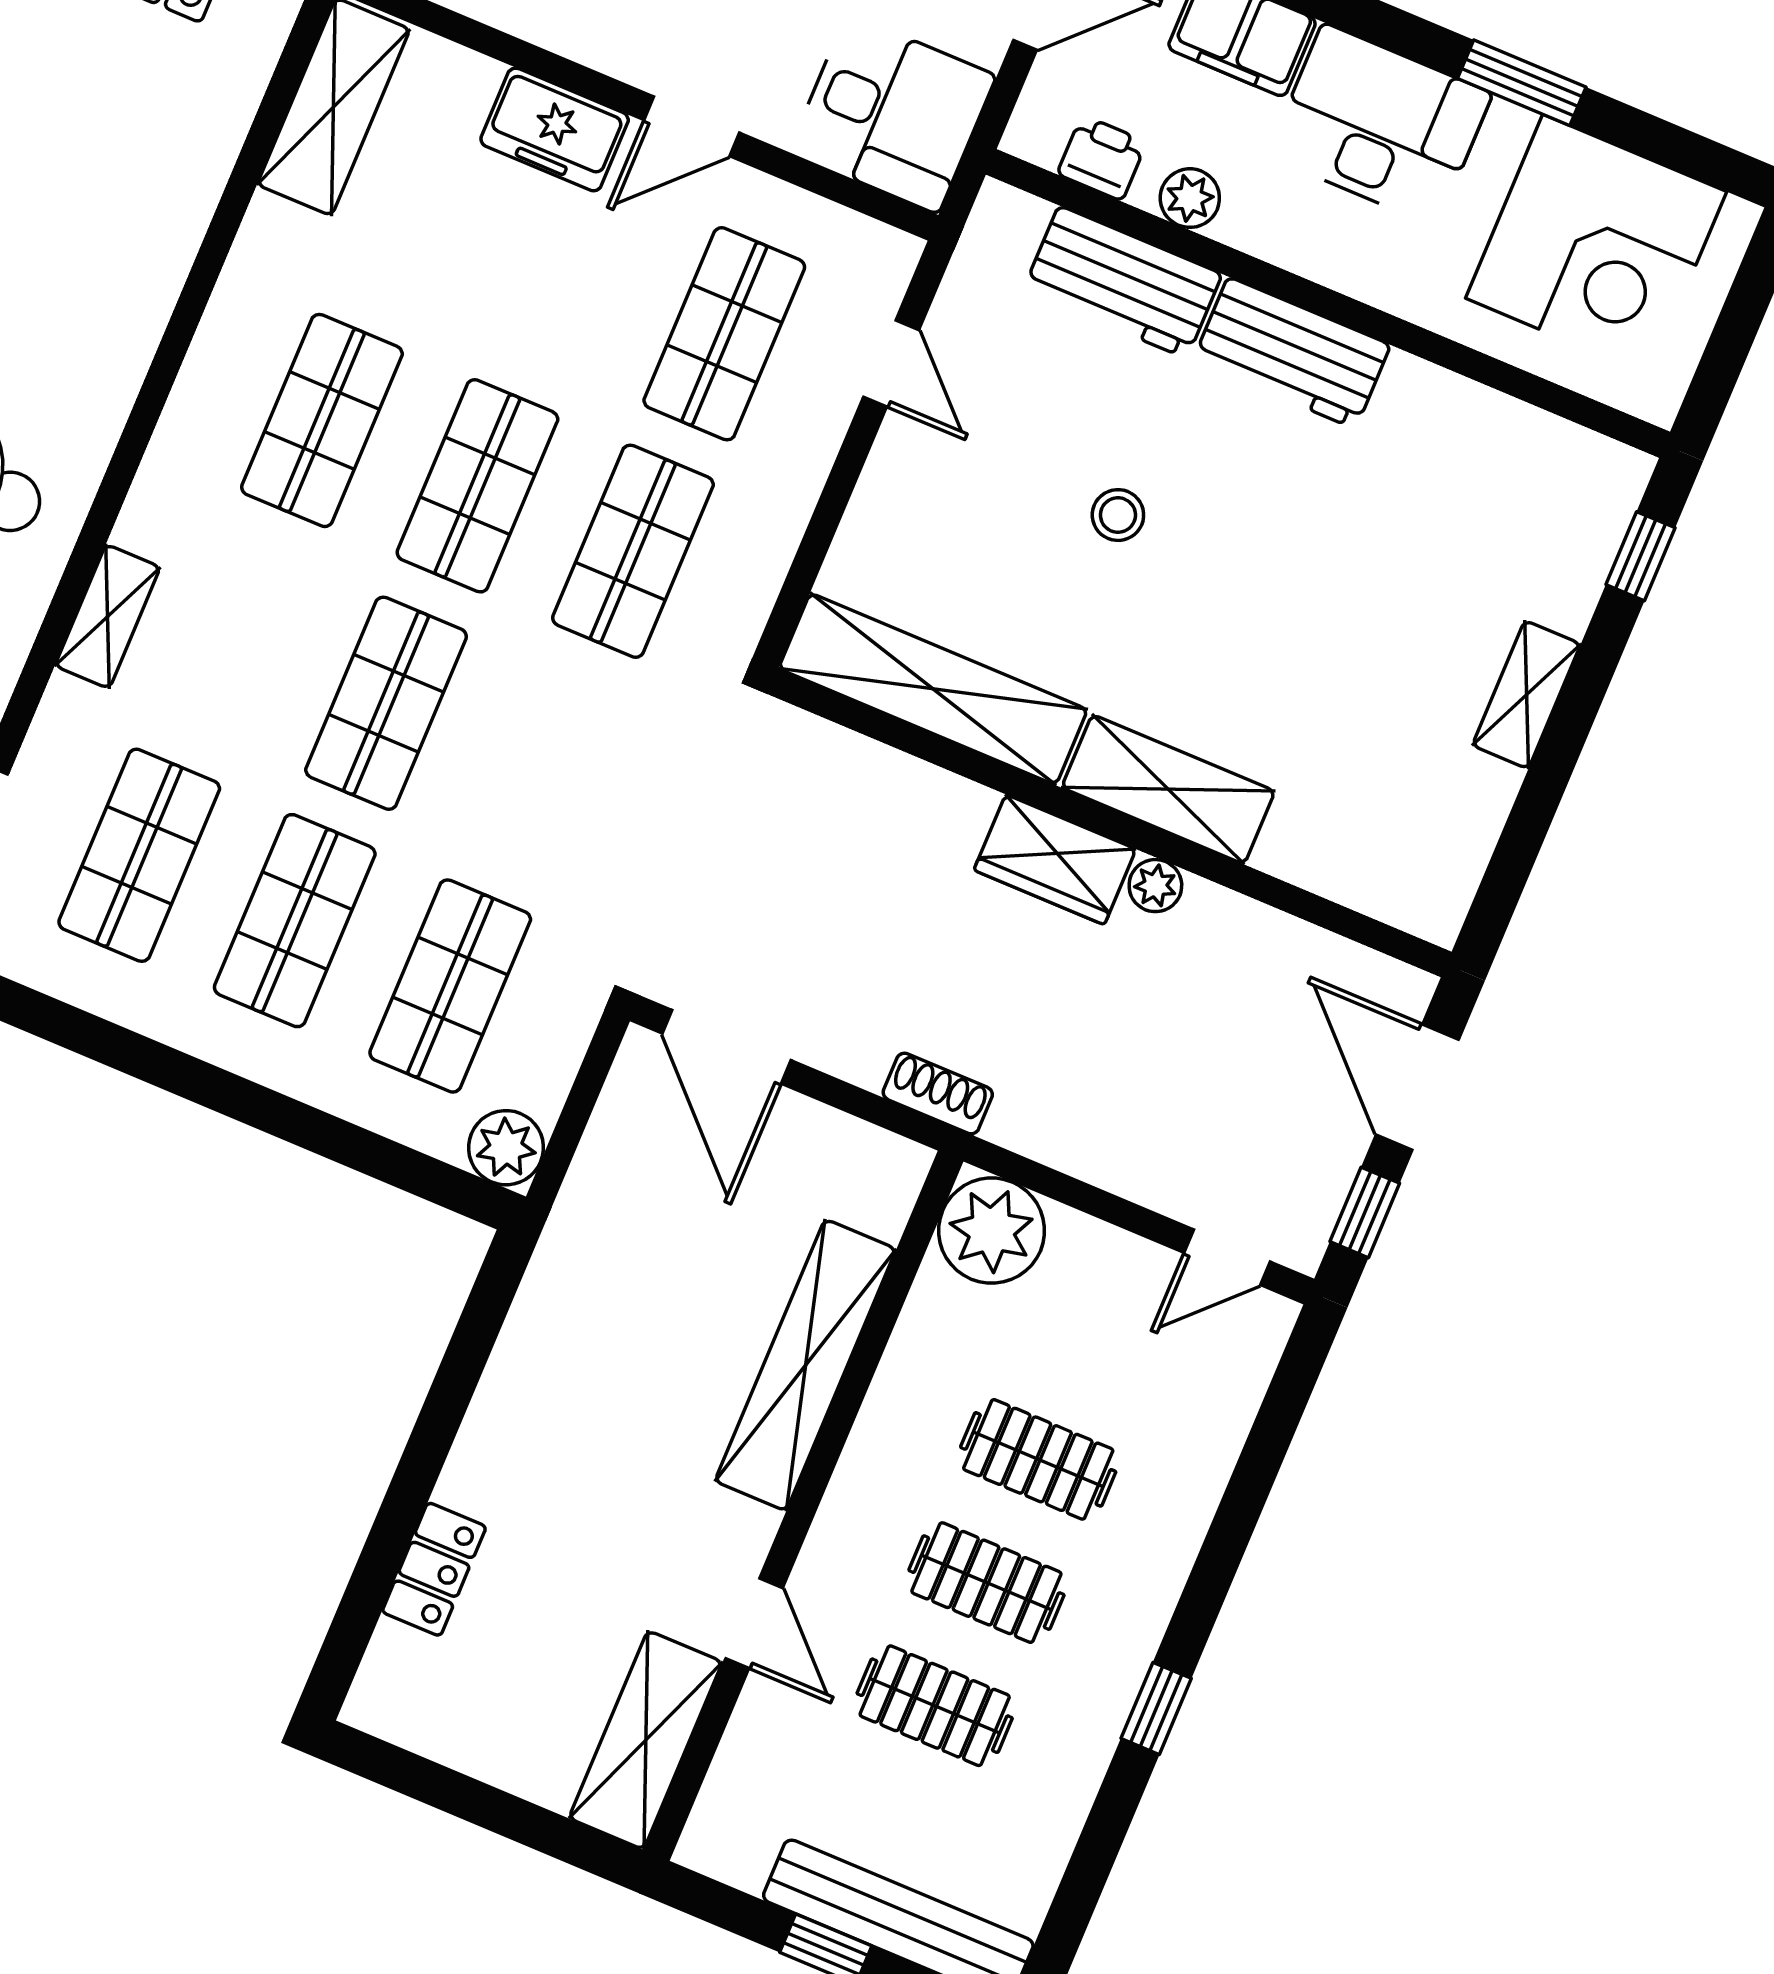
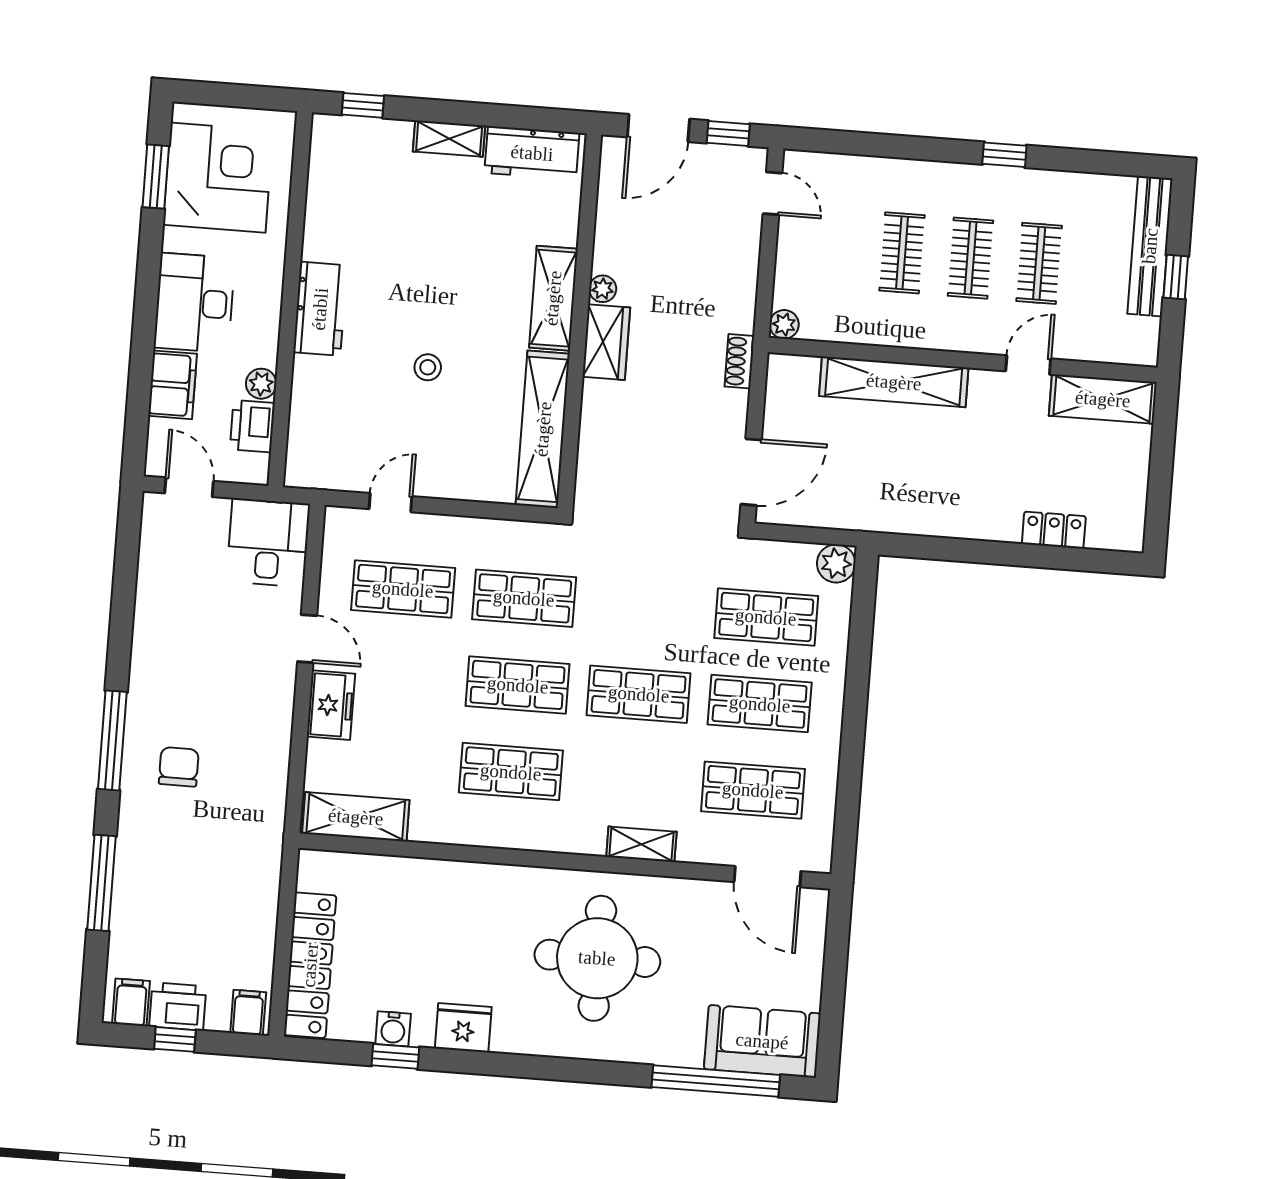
window: (1522, 83) -> (156, 177), moved
printer: (1102, 158) -> (252, 426), width x1.36, depth x1.24
workbench: (1123, 282) -> (532, 153), moved, turned 90
plant: (992, 1231) -> (784, 324), width x0.53, depth x0.53

